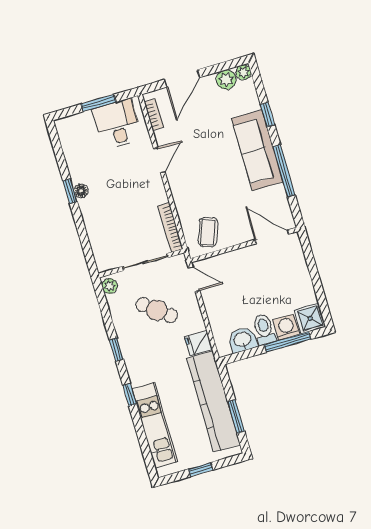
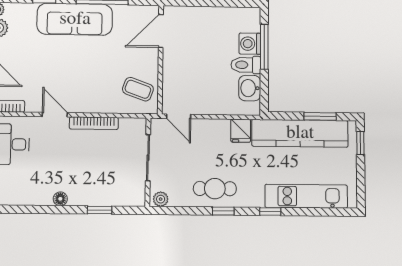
window: (70, 191) -> (100, 210), moved
bookcase: (170, 227) -> (94, 123), moved
door: (194, 279) -> (179, 116), swing flipped
cafe table: (157, 310) -> (215, 189), moved, turned 52
shower: (310, 318) -> (248, 19), removed
window: (201, 470) -> (360, 143), moved

